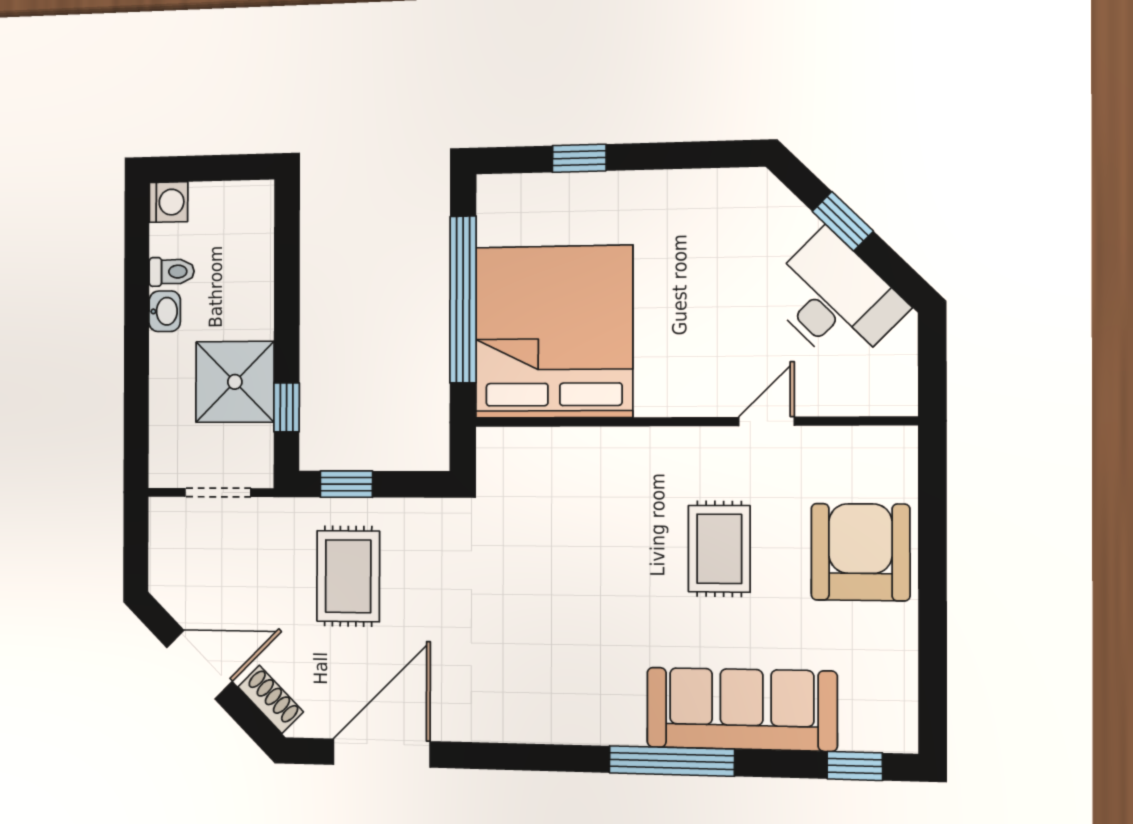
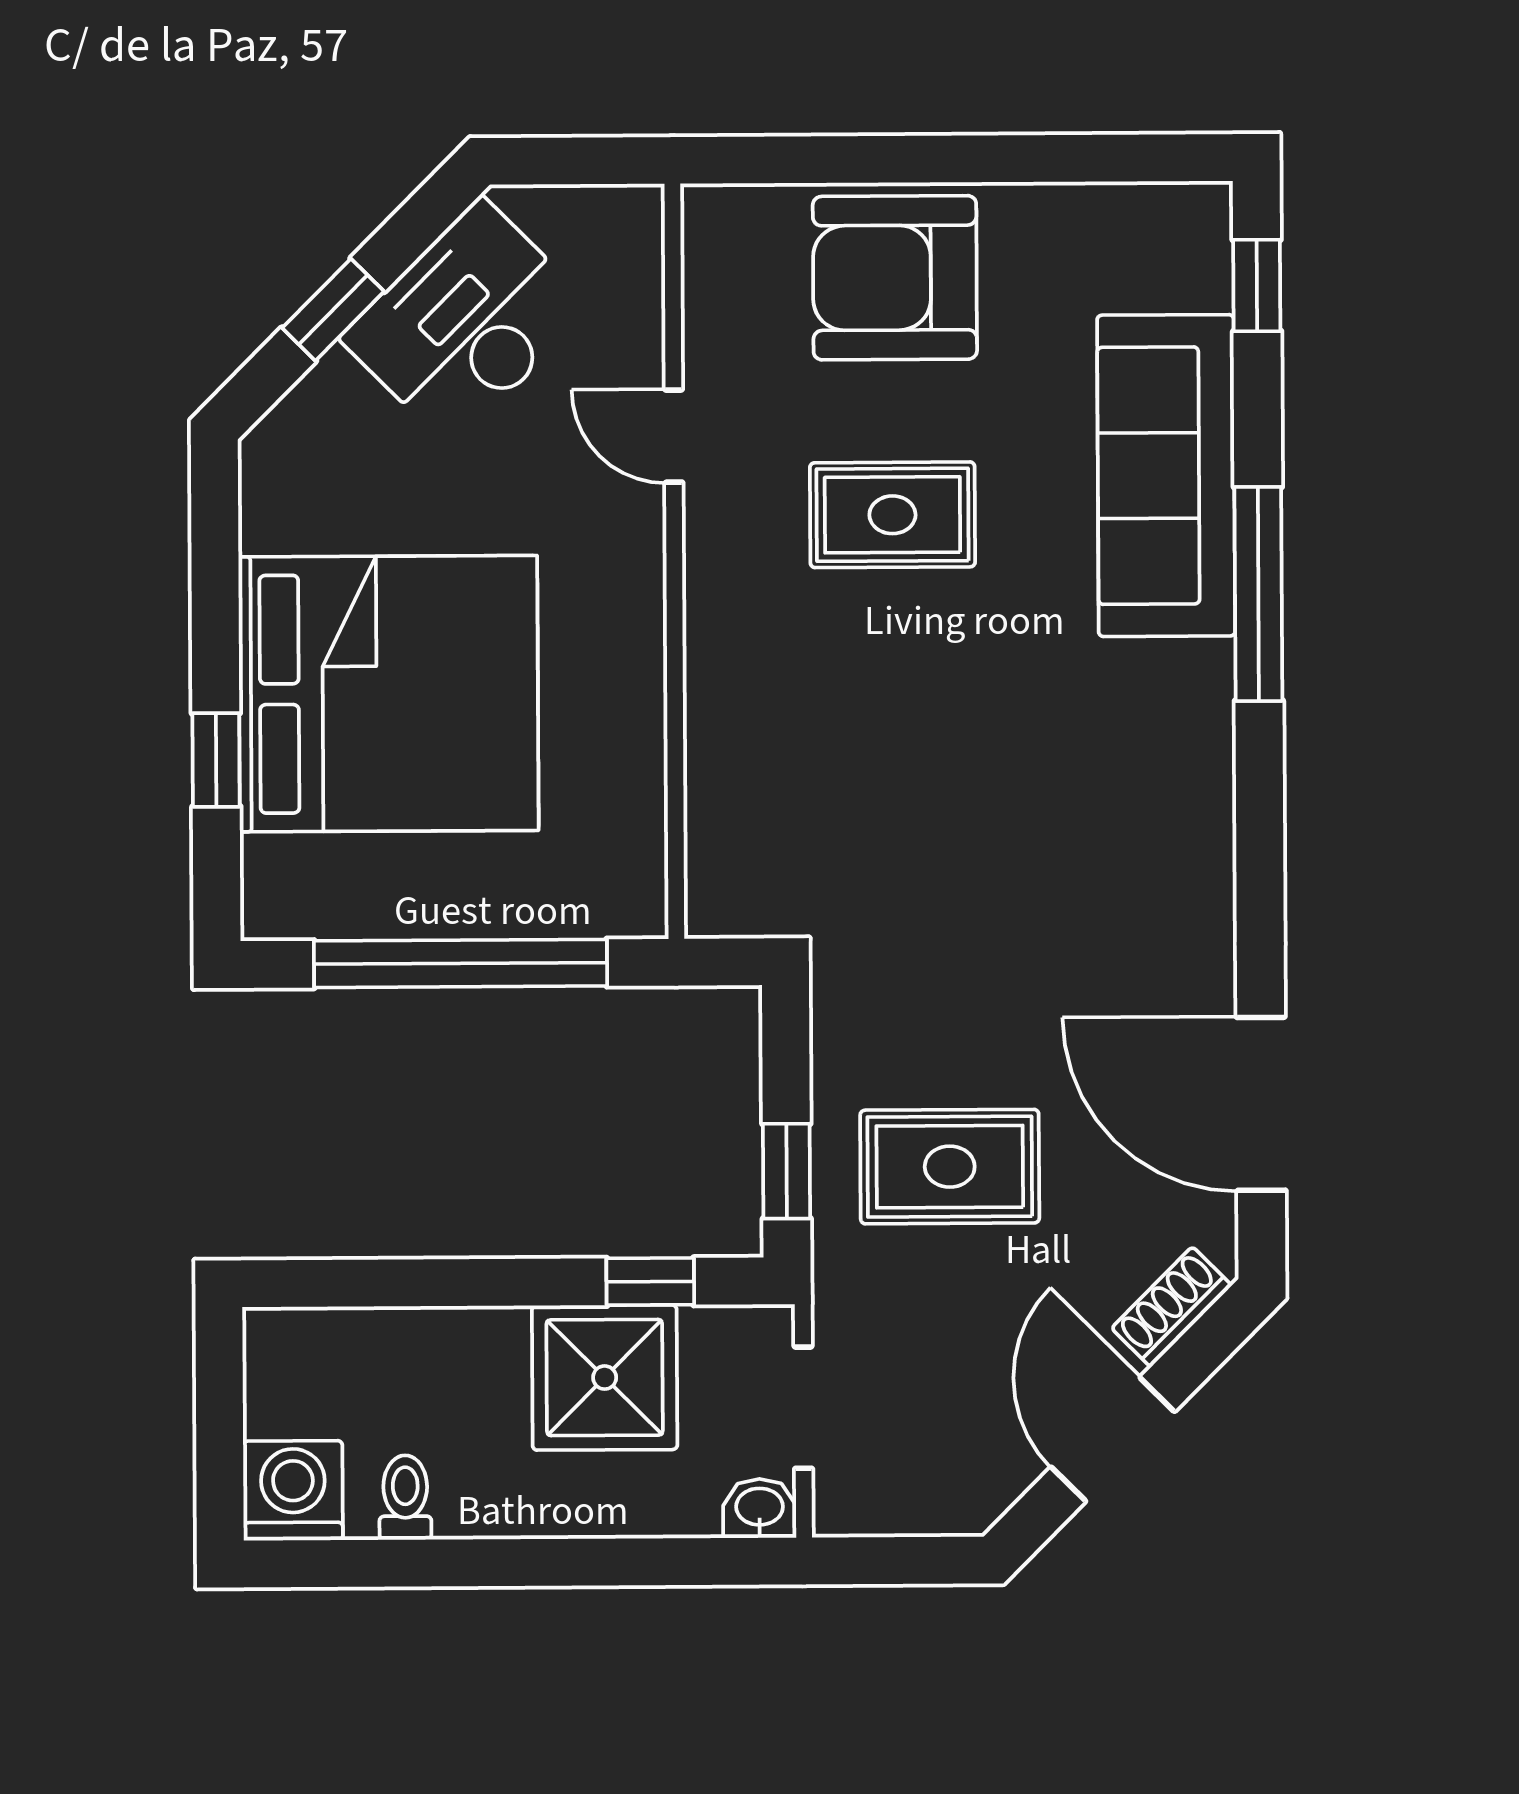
washing machine: (168, 202) -> (293, 1491), width x1.38, depth x1.38
washbasin: (165, 311) -> (760, 1508), moved
bed: (554, 332) -> (388, 694), moved, turned 180

